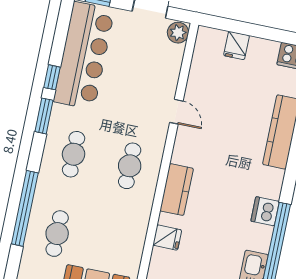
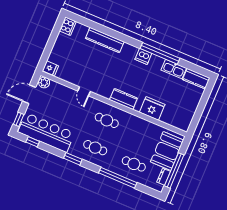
fridge: (237, 46) -> (50, 68), moved
window: (52, 77) -> (33, 142), moved
door: (176, 112) -> (84, 91), swing flipped
fridge: (167, 238) -> (152, 108), width x1.88, depth x1.34

